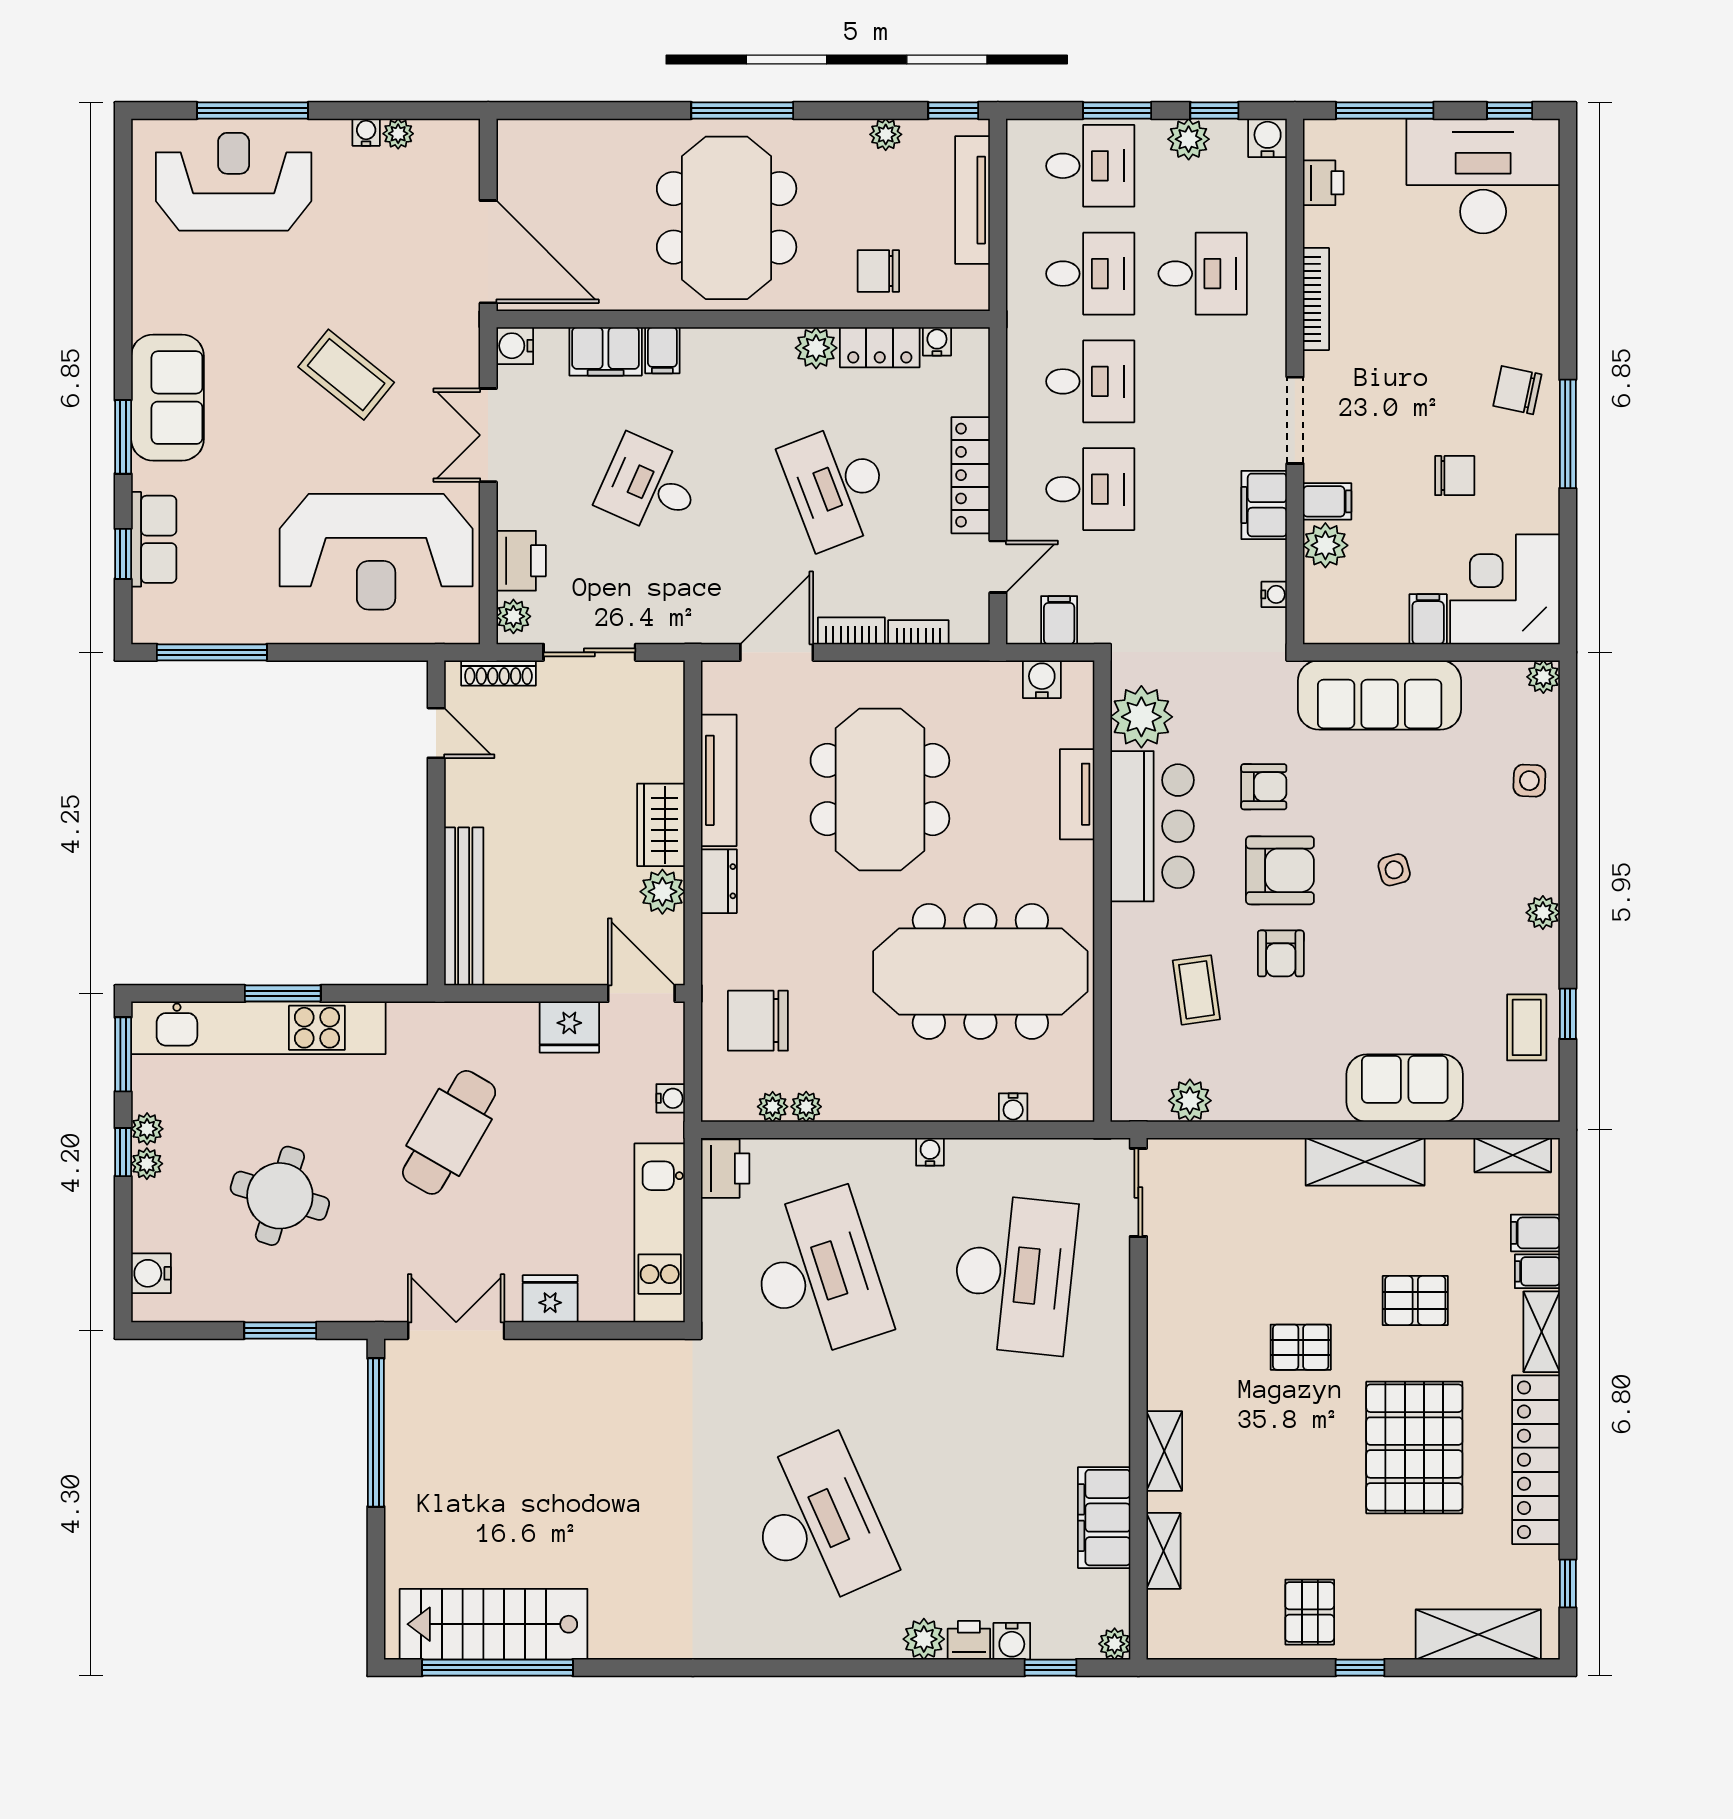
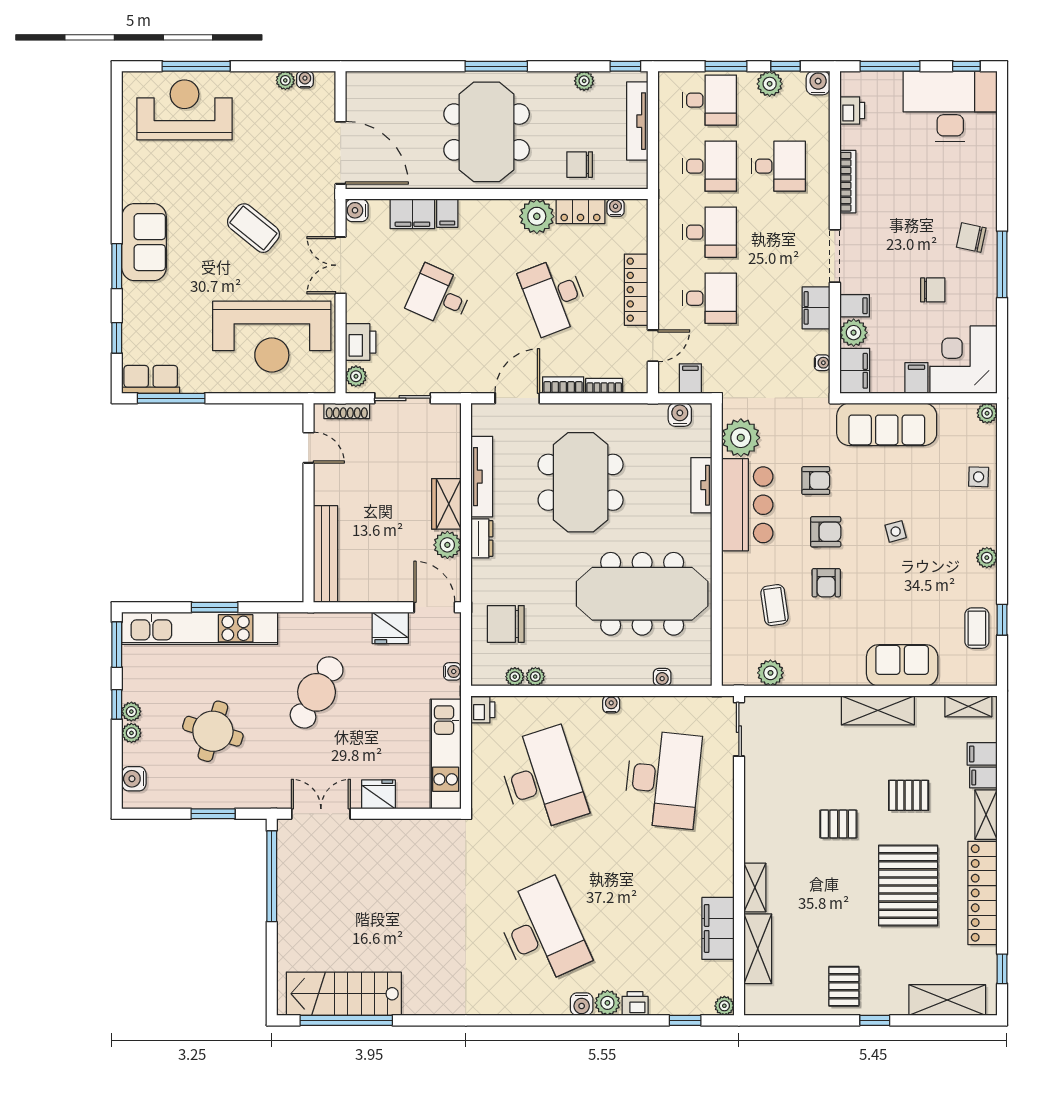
water cooler: (366, 132) -> (305, 79), moved
plant: (816, 348) -> (537, 216), width x1.36, depth x1.36
row of seats: (154, 539) -> (151, 379), moved, turned -90
filing cabinet: (1327, 608) -> (855, 371), added
armchair: (1280, 870) -> (826, 532), width x0.72, depth x0.72
plant: (147, 1129) -> (131, 733), moved
printer: (725, 1169) -> (483, 710), width x0.73, depth x0.81
shelving: (1163, 1551) -> (758, 949), width x1.50, depth x1.33
water cooler: (1012, 1641) -> (582, 1004), moved

